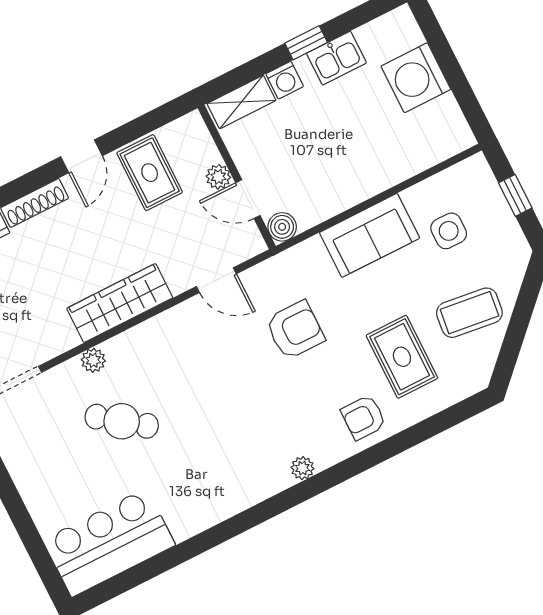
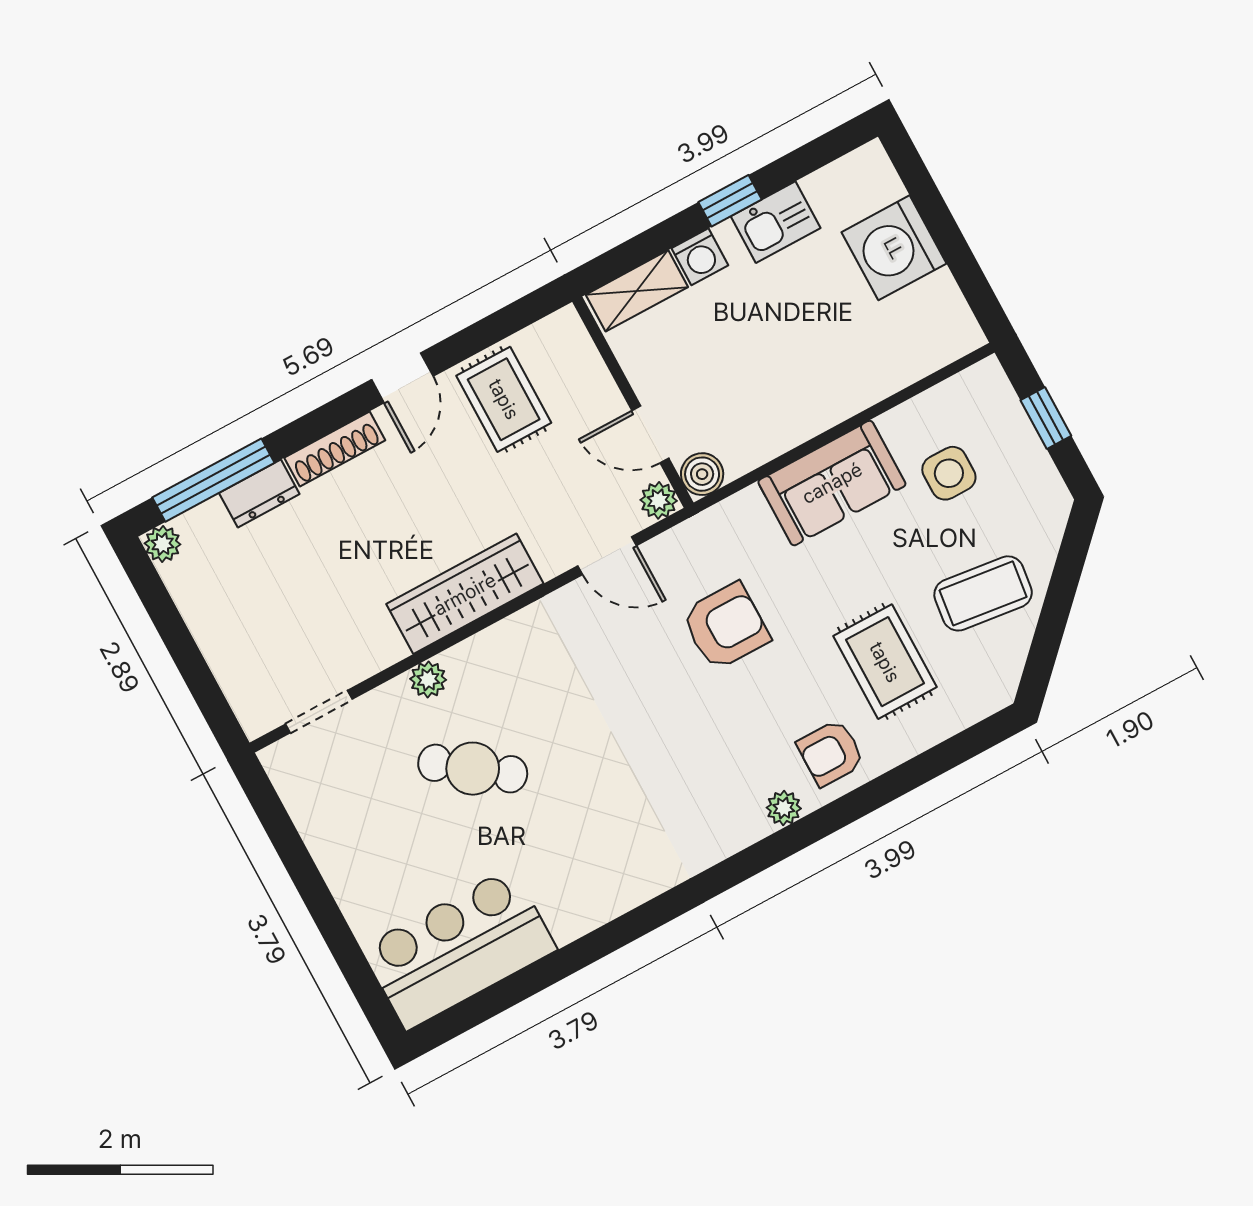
plant: (218, 177) -> (659, 500), moved
plant: (302, 468) -> (784, 808), moved

